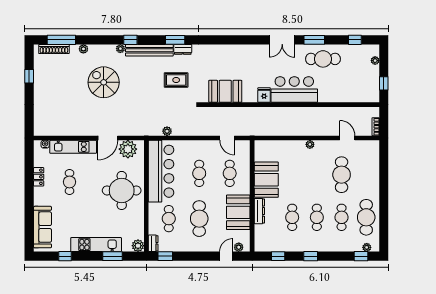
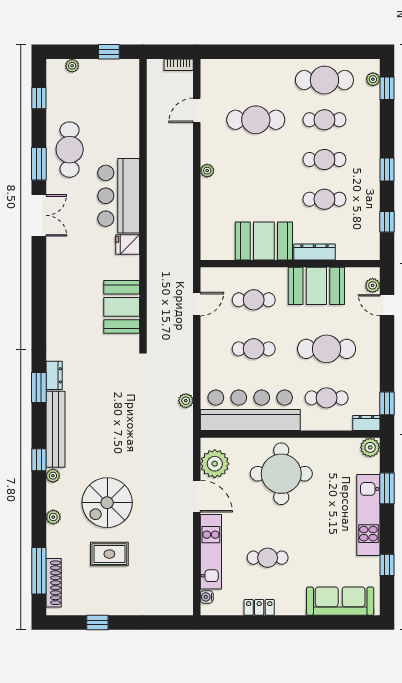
plant: (83, 49) -> (53, 517), moved
rug: (176, 80) -> (109, 554), moved, turned 90

